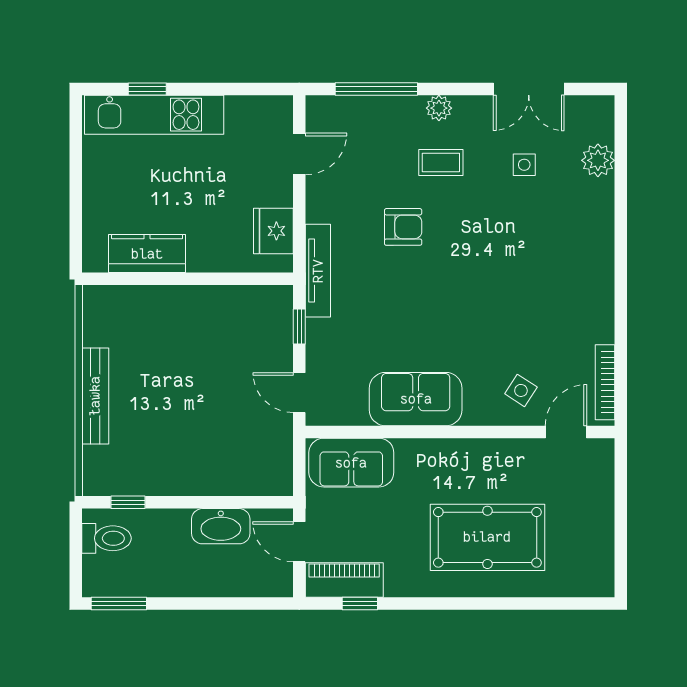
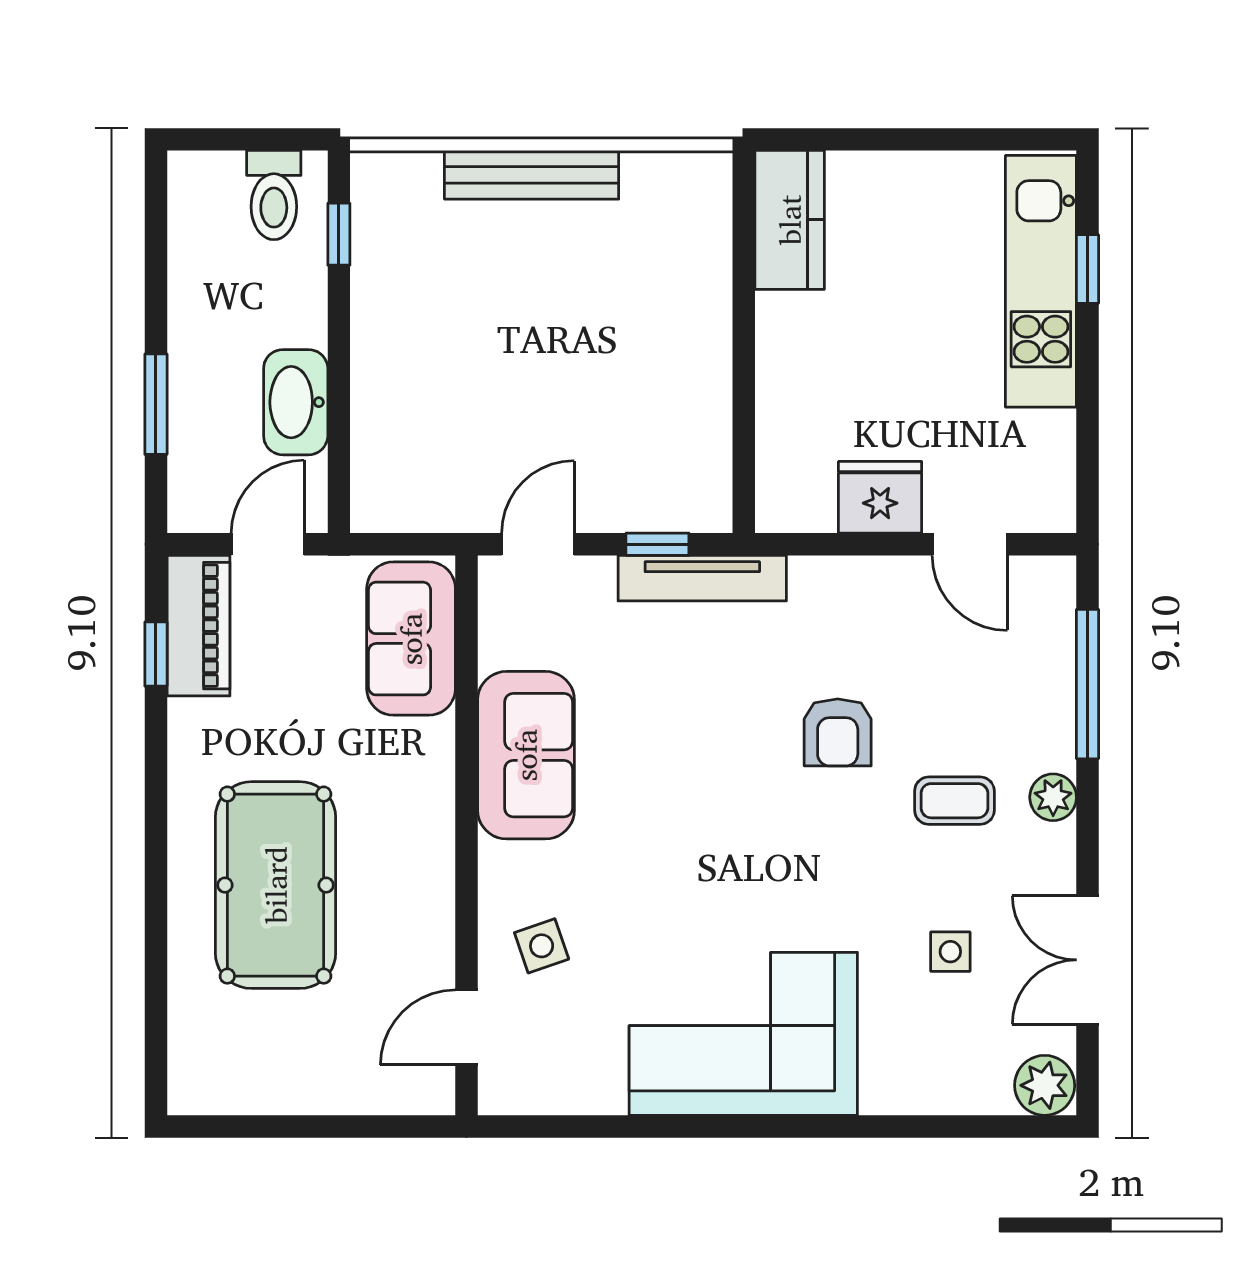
plant: (598, 160) -> (1045, 1085), moved
coffee table: (441, 162) -> (954, 801), turned 90
fridge: (273, 231) -> (880, 497), moved
kitchen counter: (147, 254) -> (790, 220), moved
tv unit: (318, 271) -> (702, 578), moved
corner sofa: (570, 279) -> (743, 1034), added
bookcase: (605, 382) -> (556, 1098), removed
side table: (521, 390) -> (542, 946), turned 38
door: (566, 432) -> (466, 1027), swing flipped
window: (119, 603) -> (156, 404), moved

